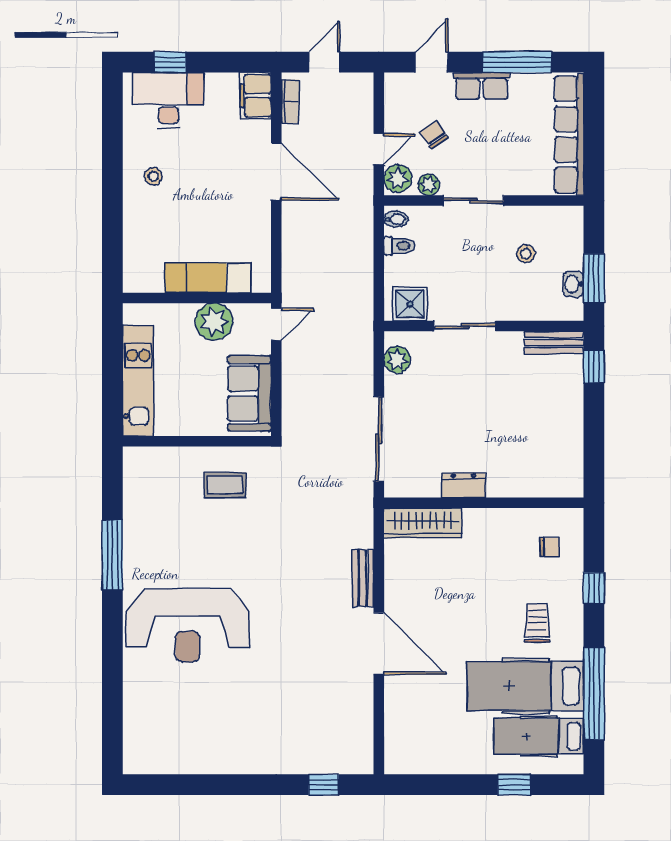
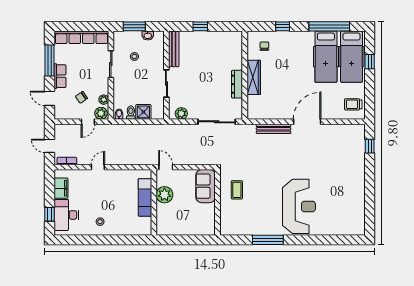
filing cabinet: (256, 96) -> (61, 188), moved, turned -90
door: (379, 149) -> (88, 122), swing flipped
door: (276, 172) -> (98, 167), width x0.53
sliding door: (473, 201) -> (111, 64), moved
window: (594, 278) -> (134, 26), moved
shower: (410, 304) -> (143, 112), moved
bench: (554, 343) -> (174, 49), width x1.36
window: (594, 367) -> (200, 26), moved
kitchen unit: (138, 381) -> (191, 228), removed
sofa: (249, 393) -> (206, 186), moved, turned 90
dresser: (463, 485) -> (237, 84), width x1.44
wardrobe: (423, 523) -> (254, 77), moved
bench: (363, 578) -> (274, 129), width x1.36
trolley: (537, 623) -> (353, 104), moved
hospital bed: (539, 736) -> (352, 57), width x1.37, depth x1.29

